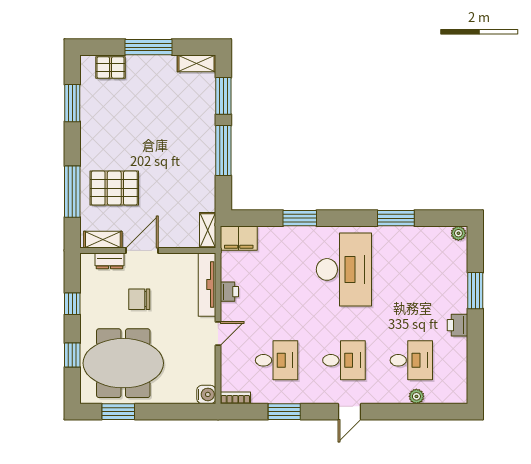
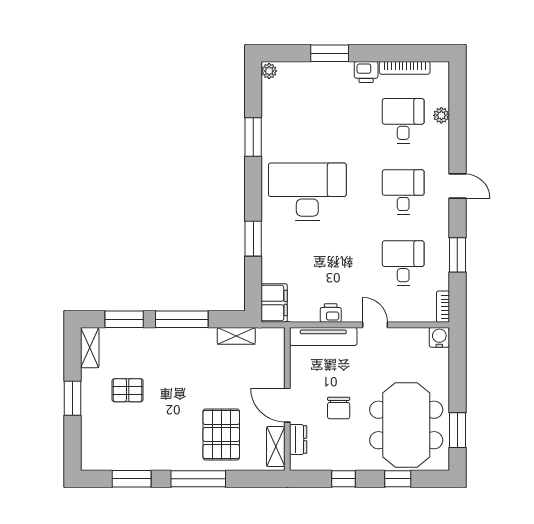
window: (148, 47) -> (72, 398), width x0.69
pallet: (111, 68) -> (128, 390), moved, turned 90
window: (72, 192) -> (198, 479), moved
shelving: (208, 230) -> (236, 336), moved
bookcase: (461, 362) -> (405, 68), added

